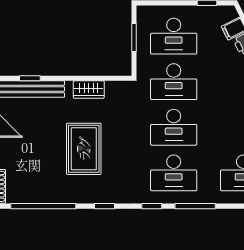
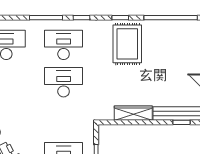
desk: (174, 82) -> (64, 120), removed
wardrobe: (89, 90) -> (133, 113), width x1.50
rug: (84, 149) -> (127, 44), moved

